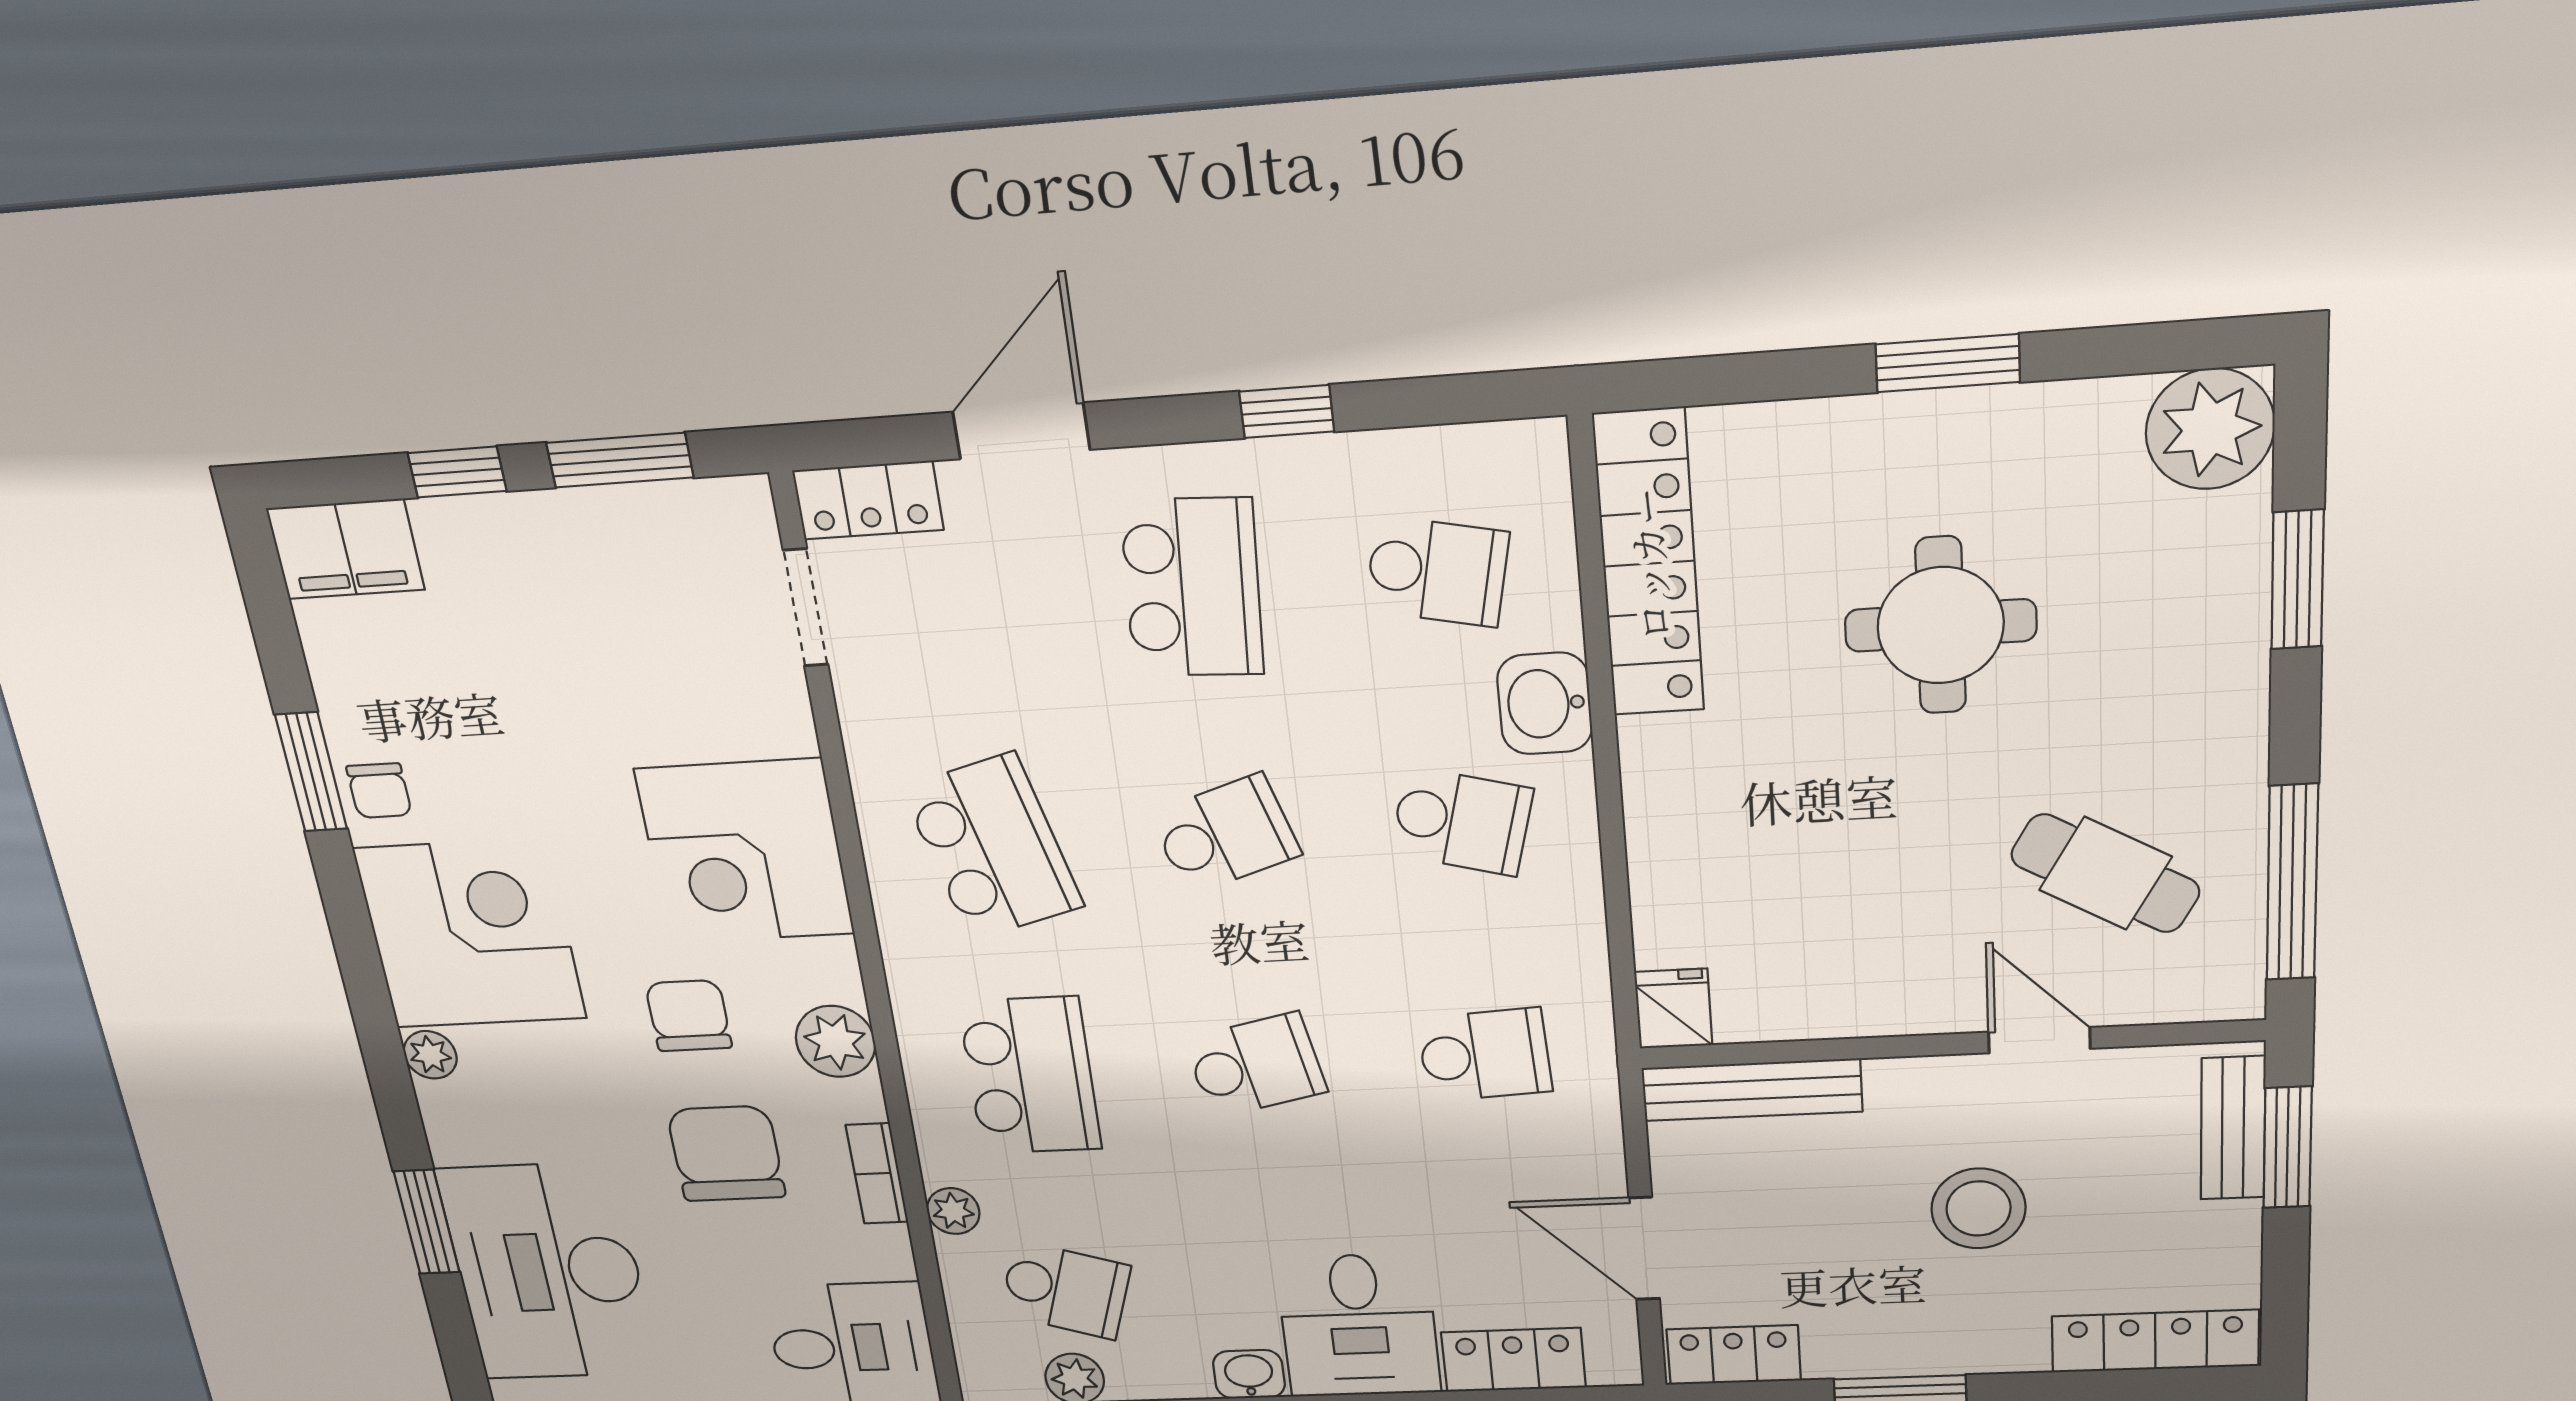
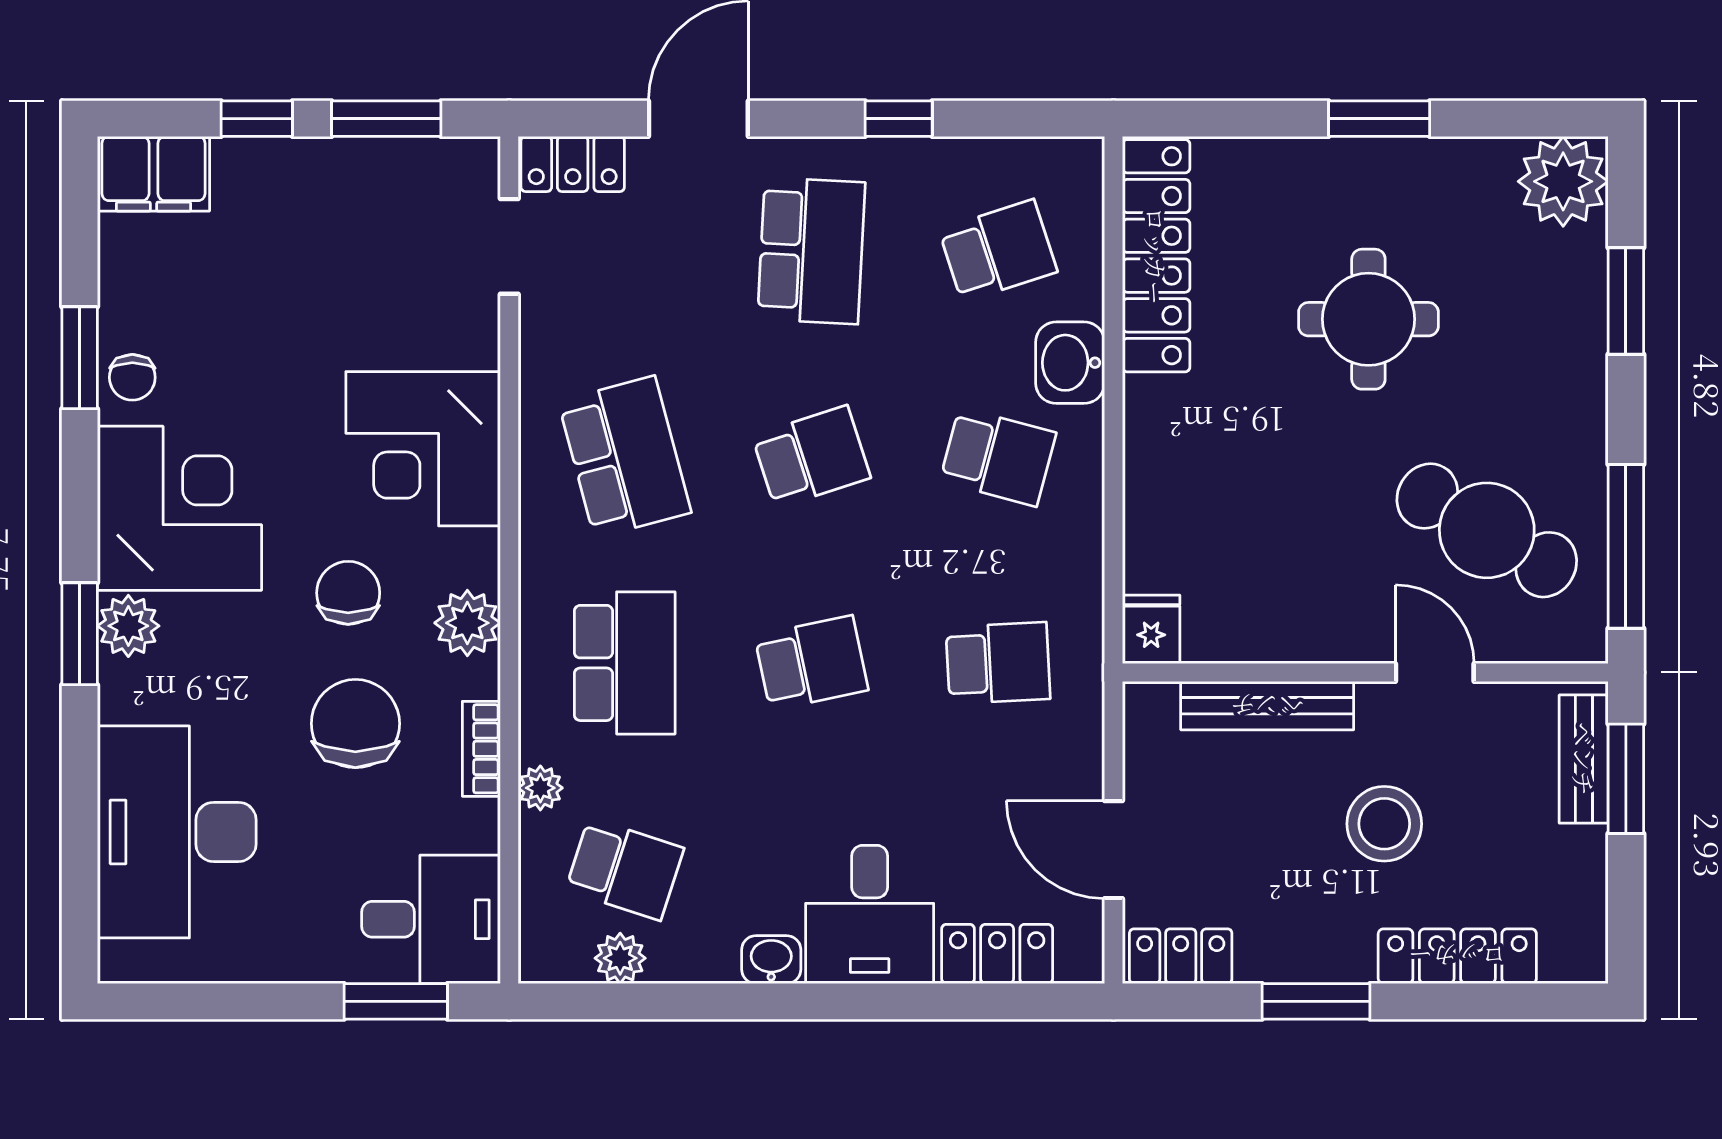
school desk: (1437, 571) -> (998, 251), turned -30
cafe table: (2105, 873) -> (1487, 530), width x1.37, depth x1.35
plant: (430, 1055) -> (128, 626), width x1.38, depth x1.38
bench: (1752, 1090) -> (1267, 706), moved
window: (427, 1222) -> (80, 634), moved
locker: (2155, 1341) -> (1457, 956), moved

